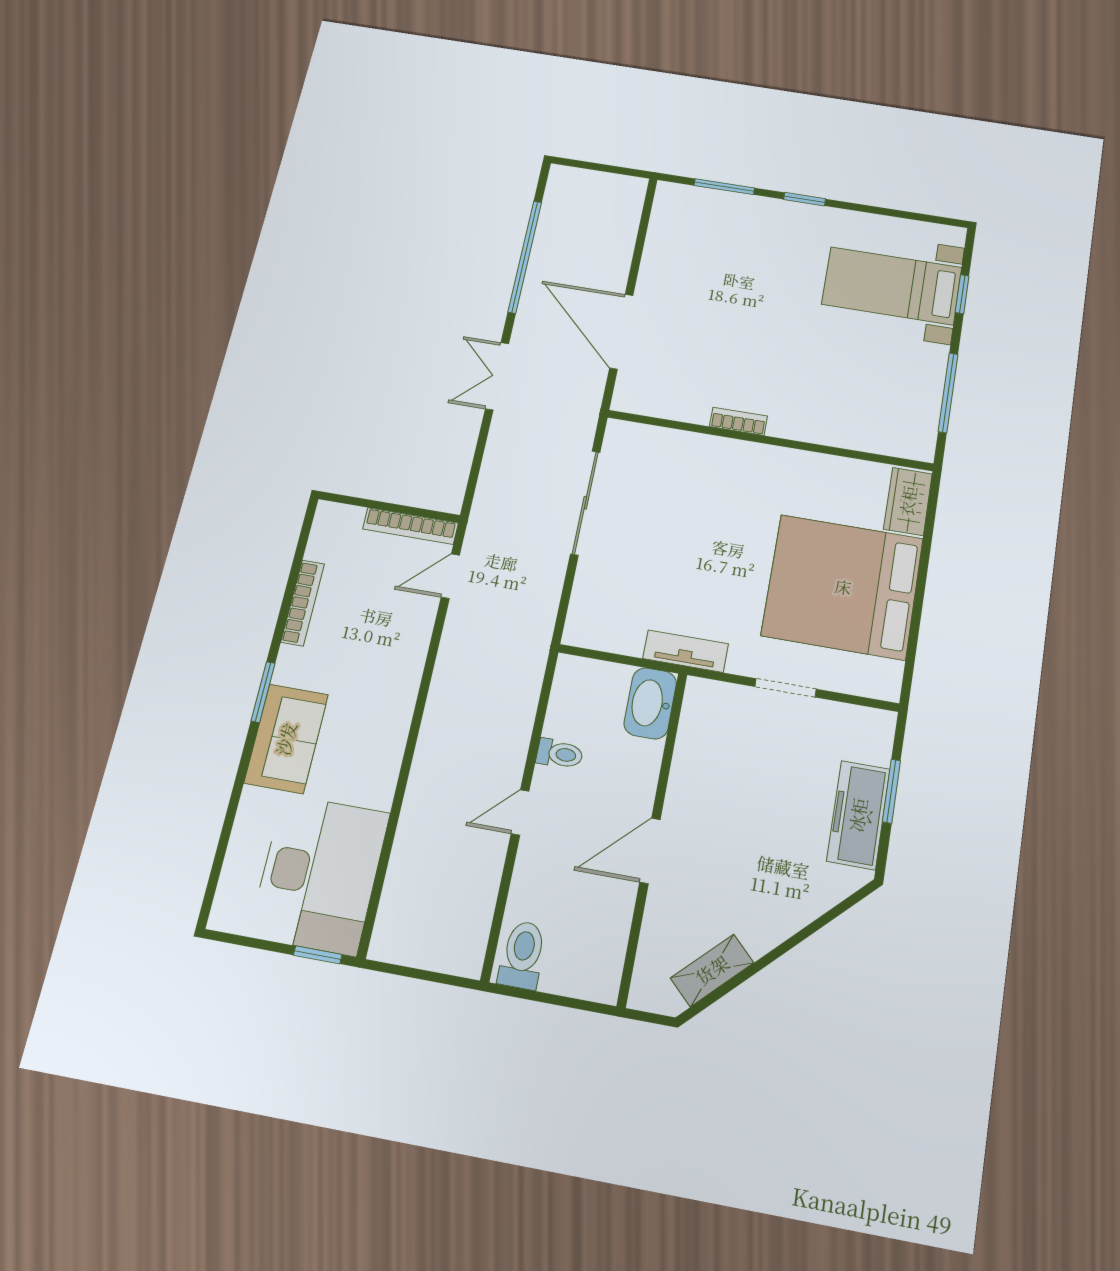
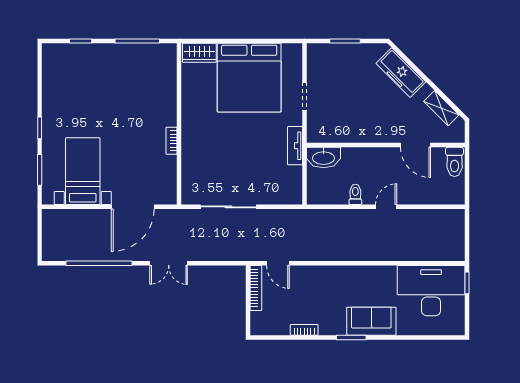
bed with nightstands: (892, 286) -> (83, 171), moved, turned 180
bookcase: (303, 603) -> (304, 330), width x0.64
door: (520, 812) -> (386, 207), swing flipped
freezer: (858, 815) -> (401, 73), moved, turned 45
door: (650, 851) -> (415, 145), moved
toilet: (522, 955) -> (455, 162), moved, turned -90

